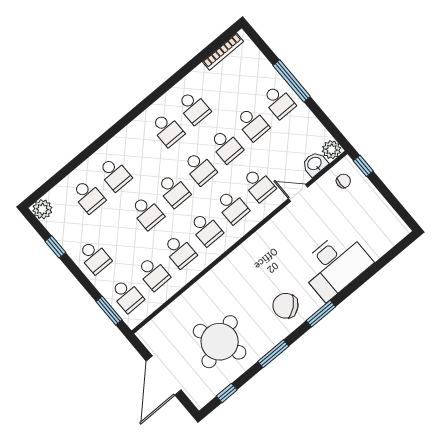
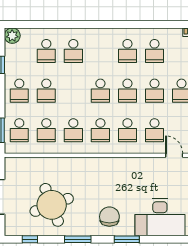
school desk: (147, 213) -> (46, 91), moved
chair: (285, 306) -> (109, 217), turned 40

